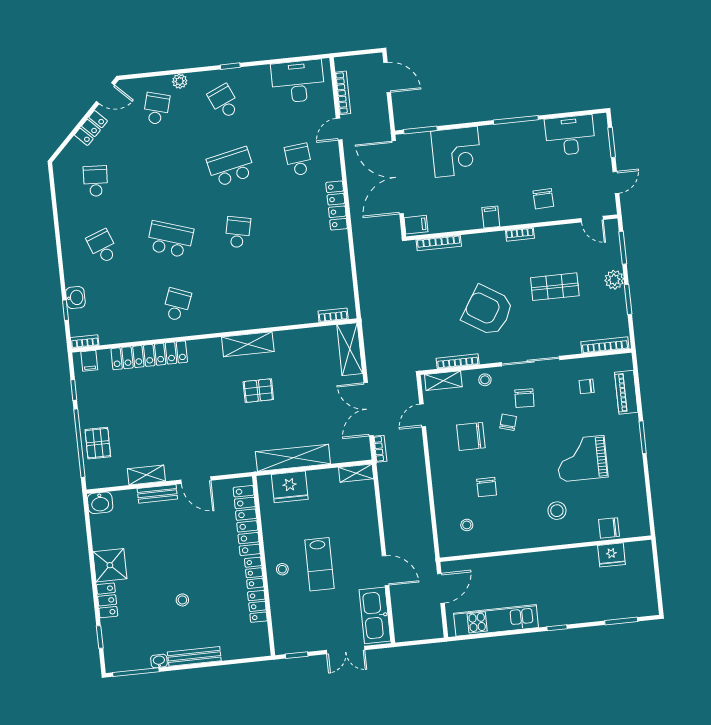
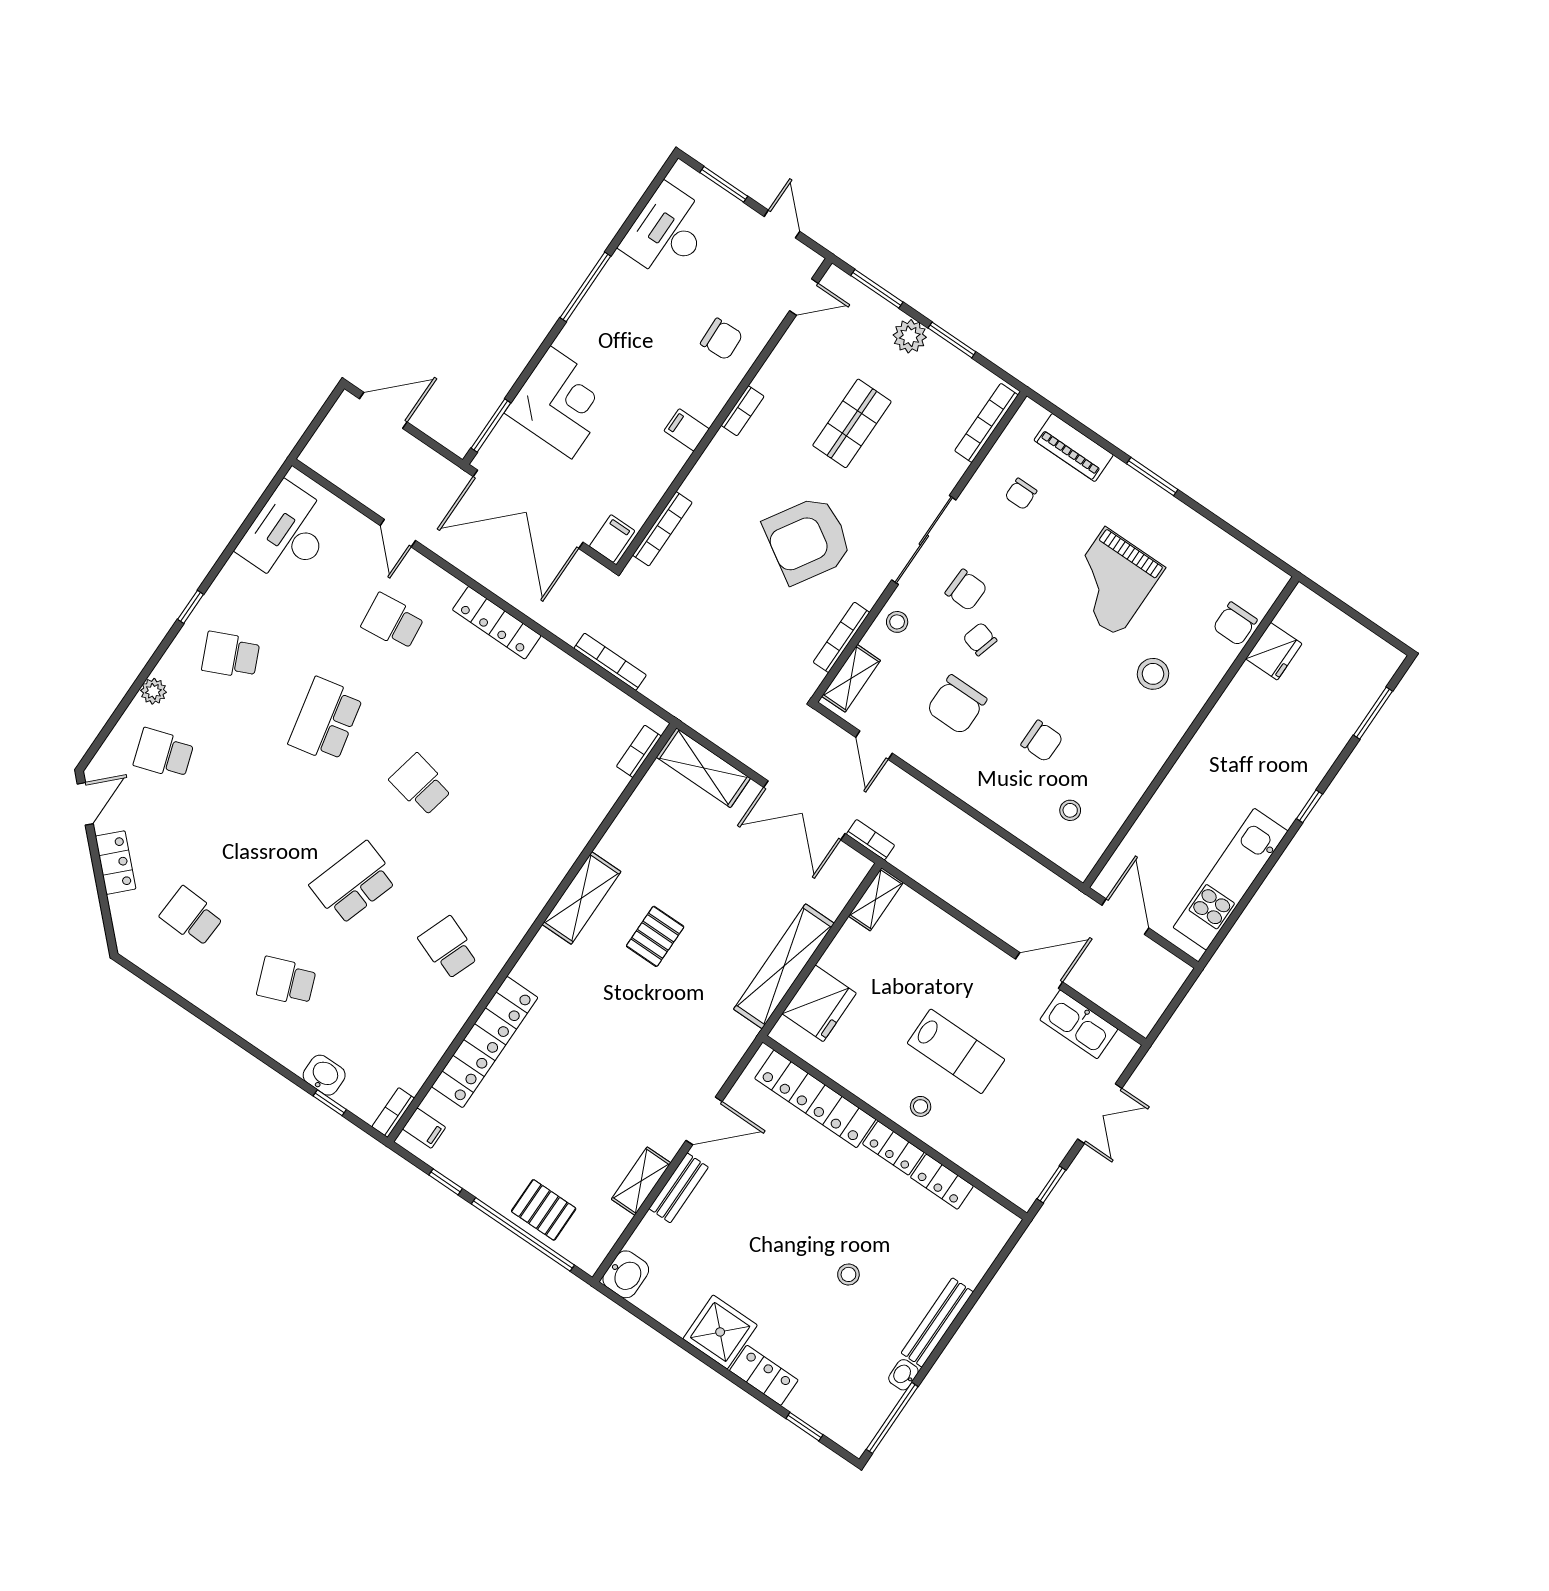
bookcase: (343, 93) -> (610, 662), moved
school desk: (156, 109) -> (164, 753), turned -33
kitchen sink: (375, 615) -> (1079, 1024), width x0.73, depth x0.81

